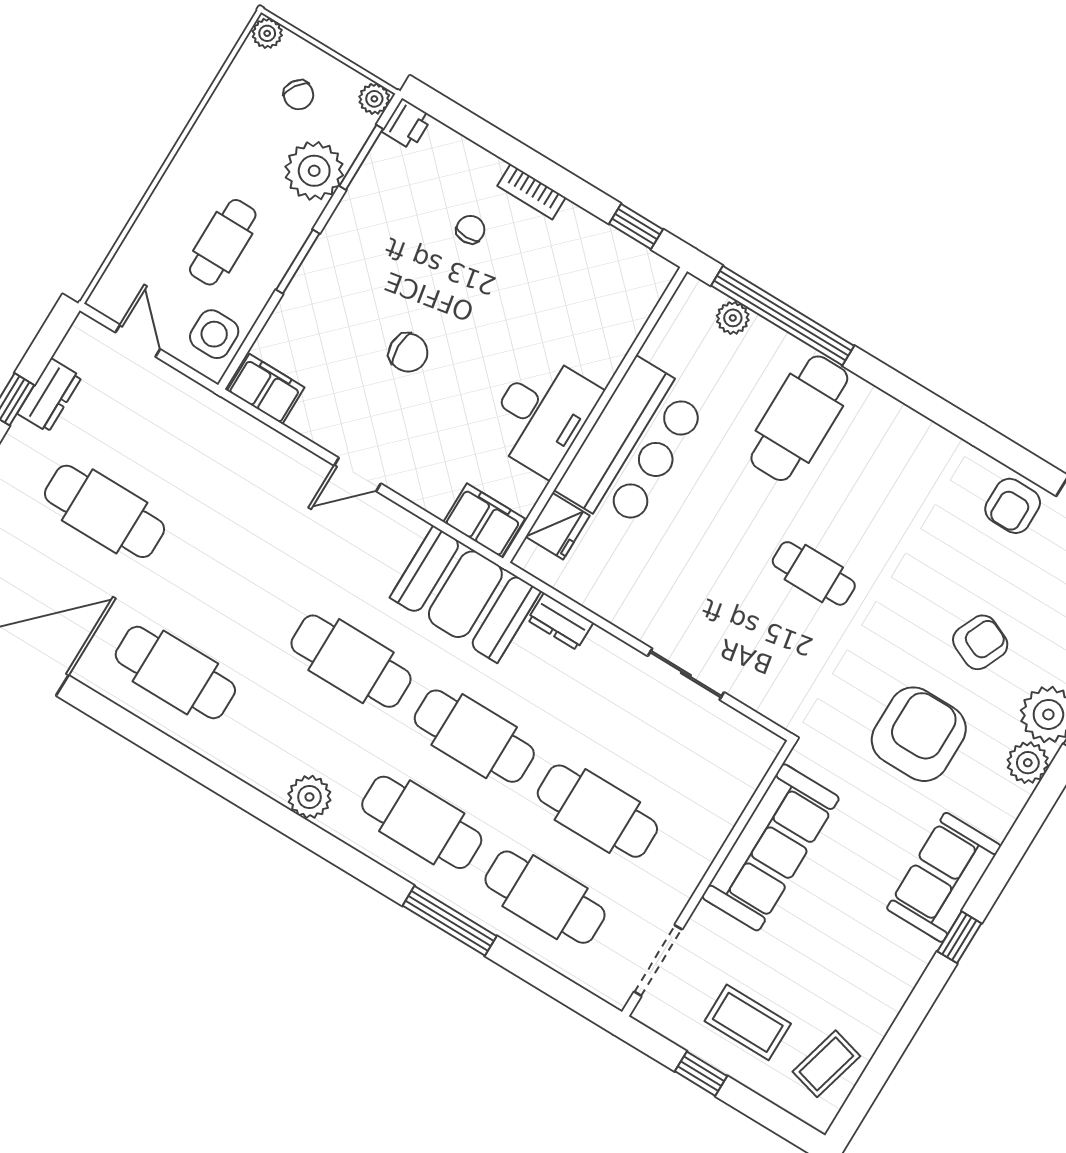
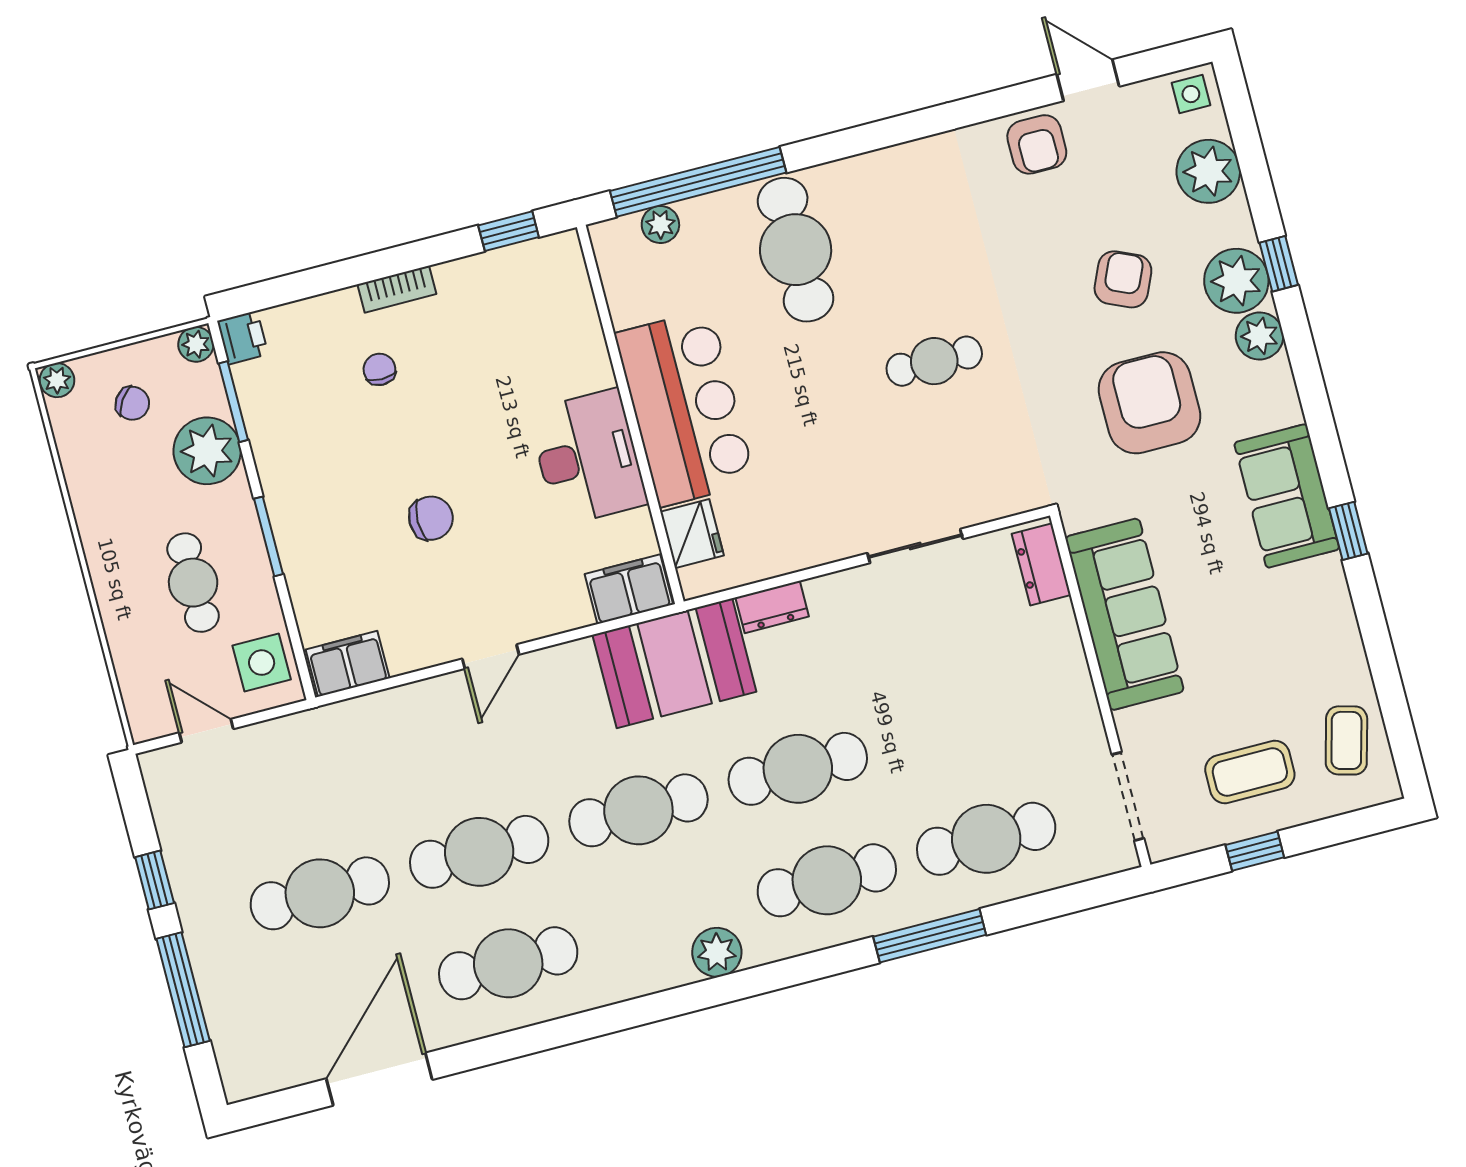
dresser: (50, 395) -> (1041, 564), moved, turned 180
cafe table: (597, 811) -> (479, 852), moved

